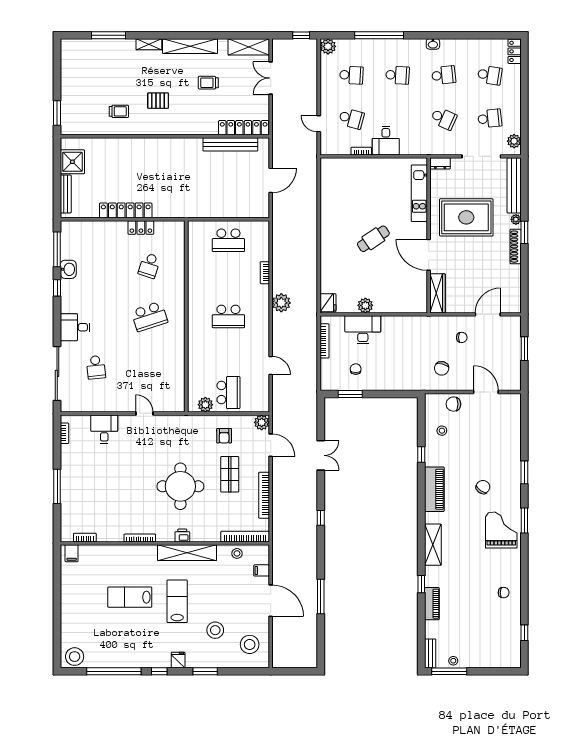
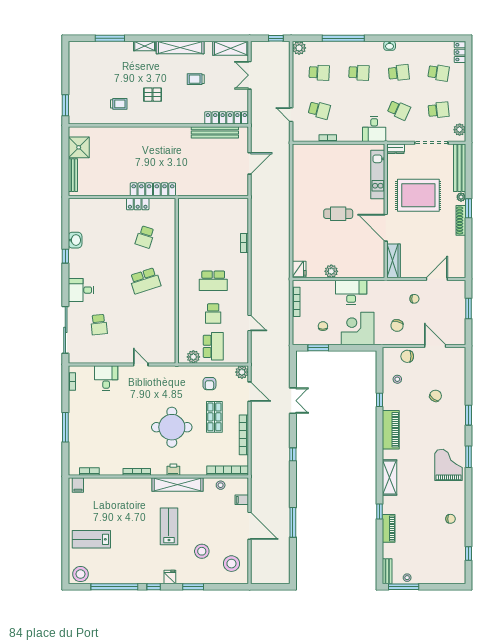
desk: (386, 141) -> (374, 129), moved
locker: (126, 210) -> (153, 189), moved
cafe table: (373, 239) -> (338, 214), turned 34
school desk: (228, 240) -> (213, 314), moved, width x0.54
window: (57, 249) -> (65, 223), removed
plant: (281, 303) -> (259, 269), removed
desk: (363, 330) -> (351, 292), moved
corner desk: (396, 372) -> (358, 329), added
chair: (483, 487) -> (436, 396), moved
lab bench: (130, 597) -> (91, 539), moved

